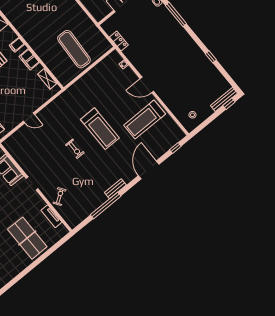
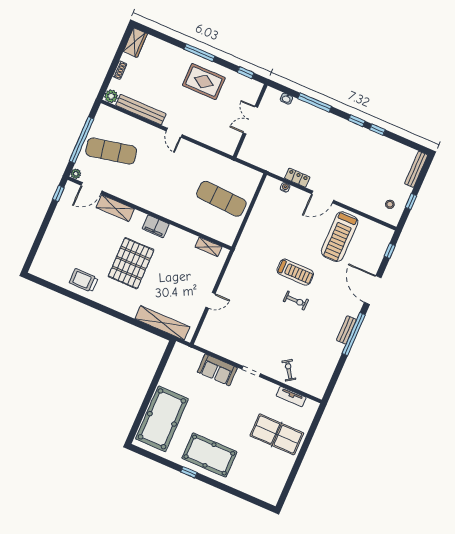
locker: (119, 41) -> (297, 178), moved
window: (199, 43) -> (357, 121), added
filing cabinet: (17, 45) -> (156, 226), width x2.00
filing cabinet: (29, 59) -> (178, 235), removed
window: (229, 104) -> (411, 201), moved
treadmill: (100, 129) -> (295, 272), width x0.73, depth x0.73
exercise bike: (75, 149) -> (296, 301), moved
window: (106, 205) -> (354, 334), moved

